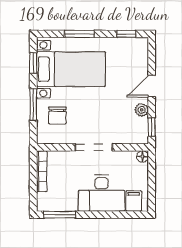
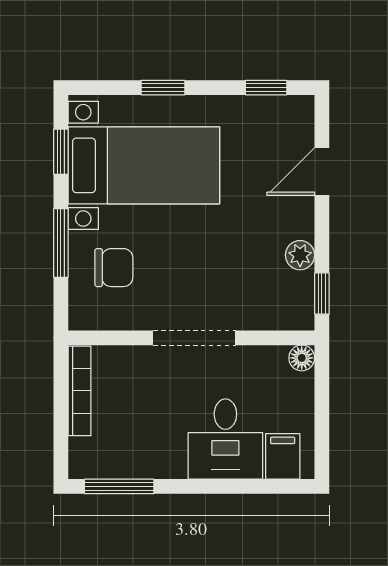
window: (80, 34) -> (163, 88), width x0.67
door: (152, 86) -> (322, 172), moved
chair: (57, 115) -> (114, 268), turned -90
desk: (102, 193) -> (225, 439), width x0.73

